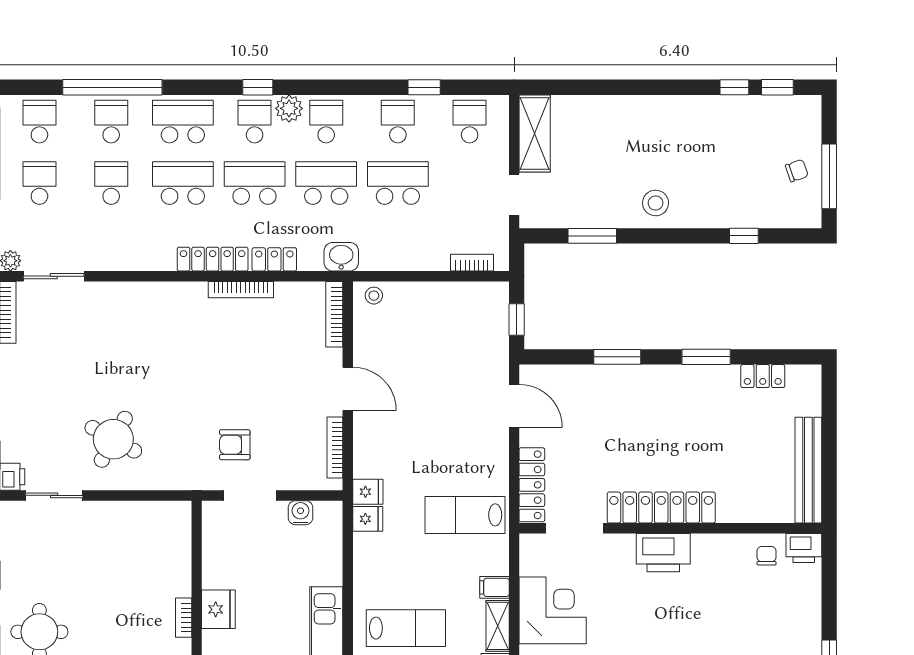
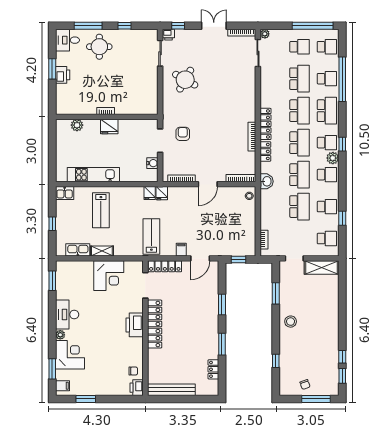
window: (829, 176) -> (316, 399), moved
school desk: (111, 183) -> (299, 79), width x1.85
filing cabinet: (494, 587) -> (181, 250), moved

